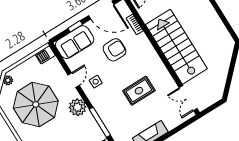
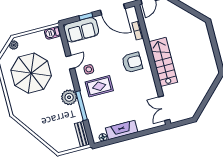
stairs: (176, 47) -> (163, 62), width x0.73, depth x0.66
armchair: (114, 50) -> (132, 62), moved
rug: (139, 91) -> (99, 86), moved
plant: (78, 107) -> (69, 97), moved

